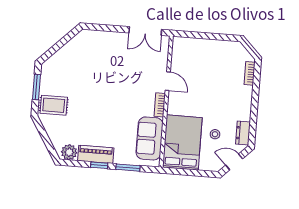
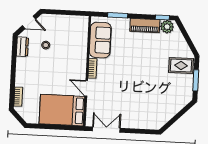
bed: (182, 142) -> (62, 110), moved, turned 90
window: (99, 165) -> (162, 17), moved

